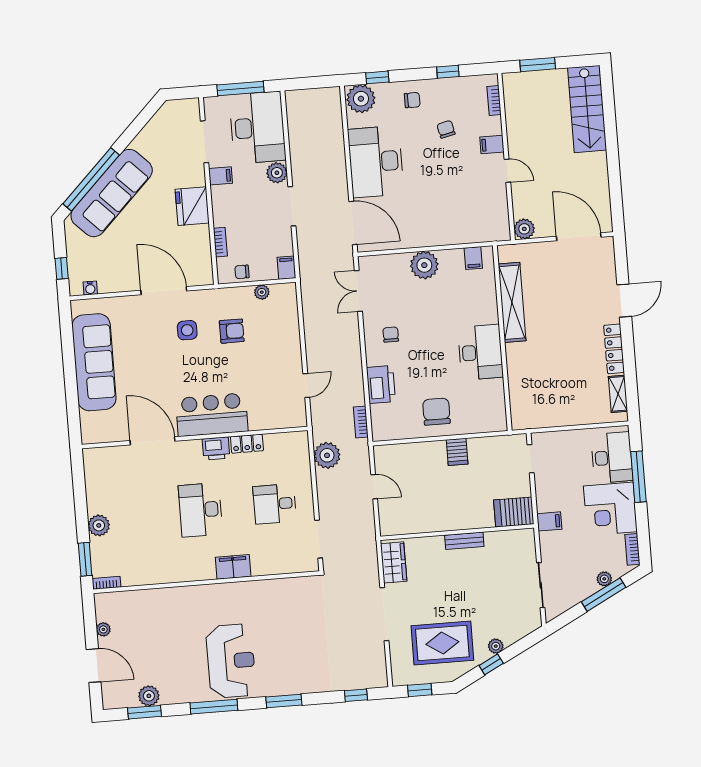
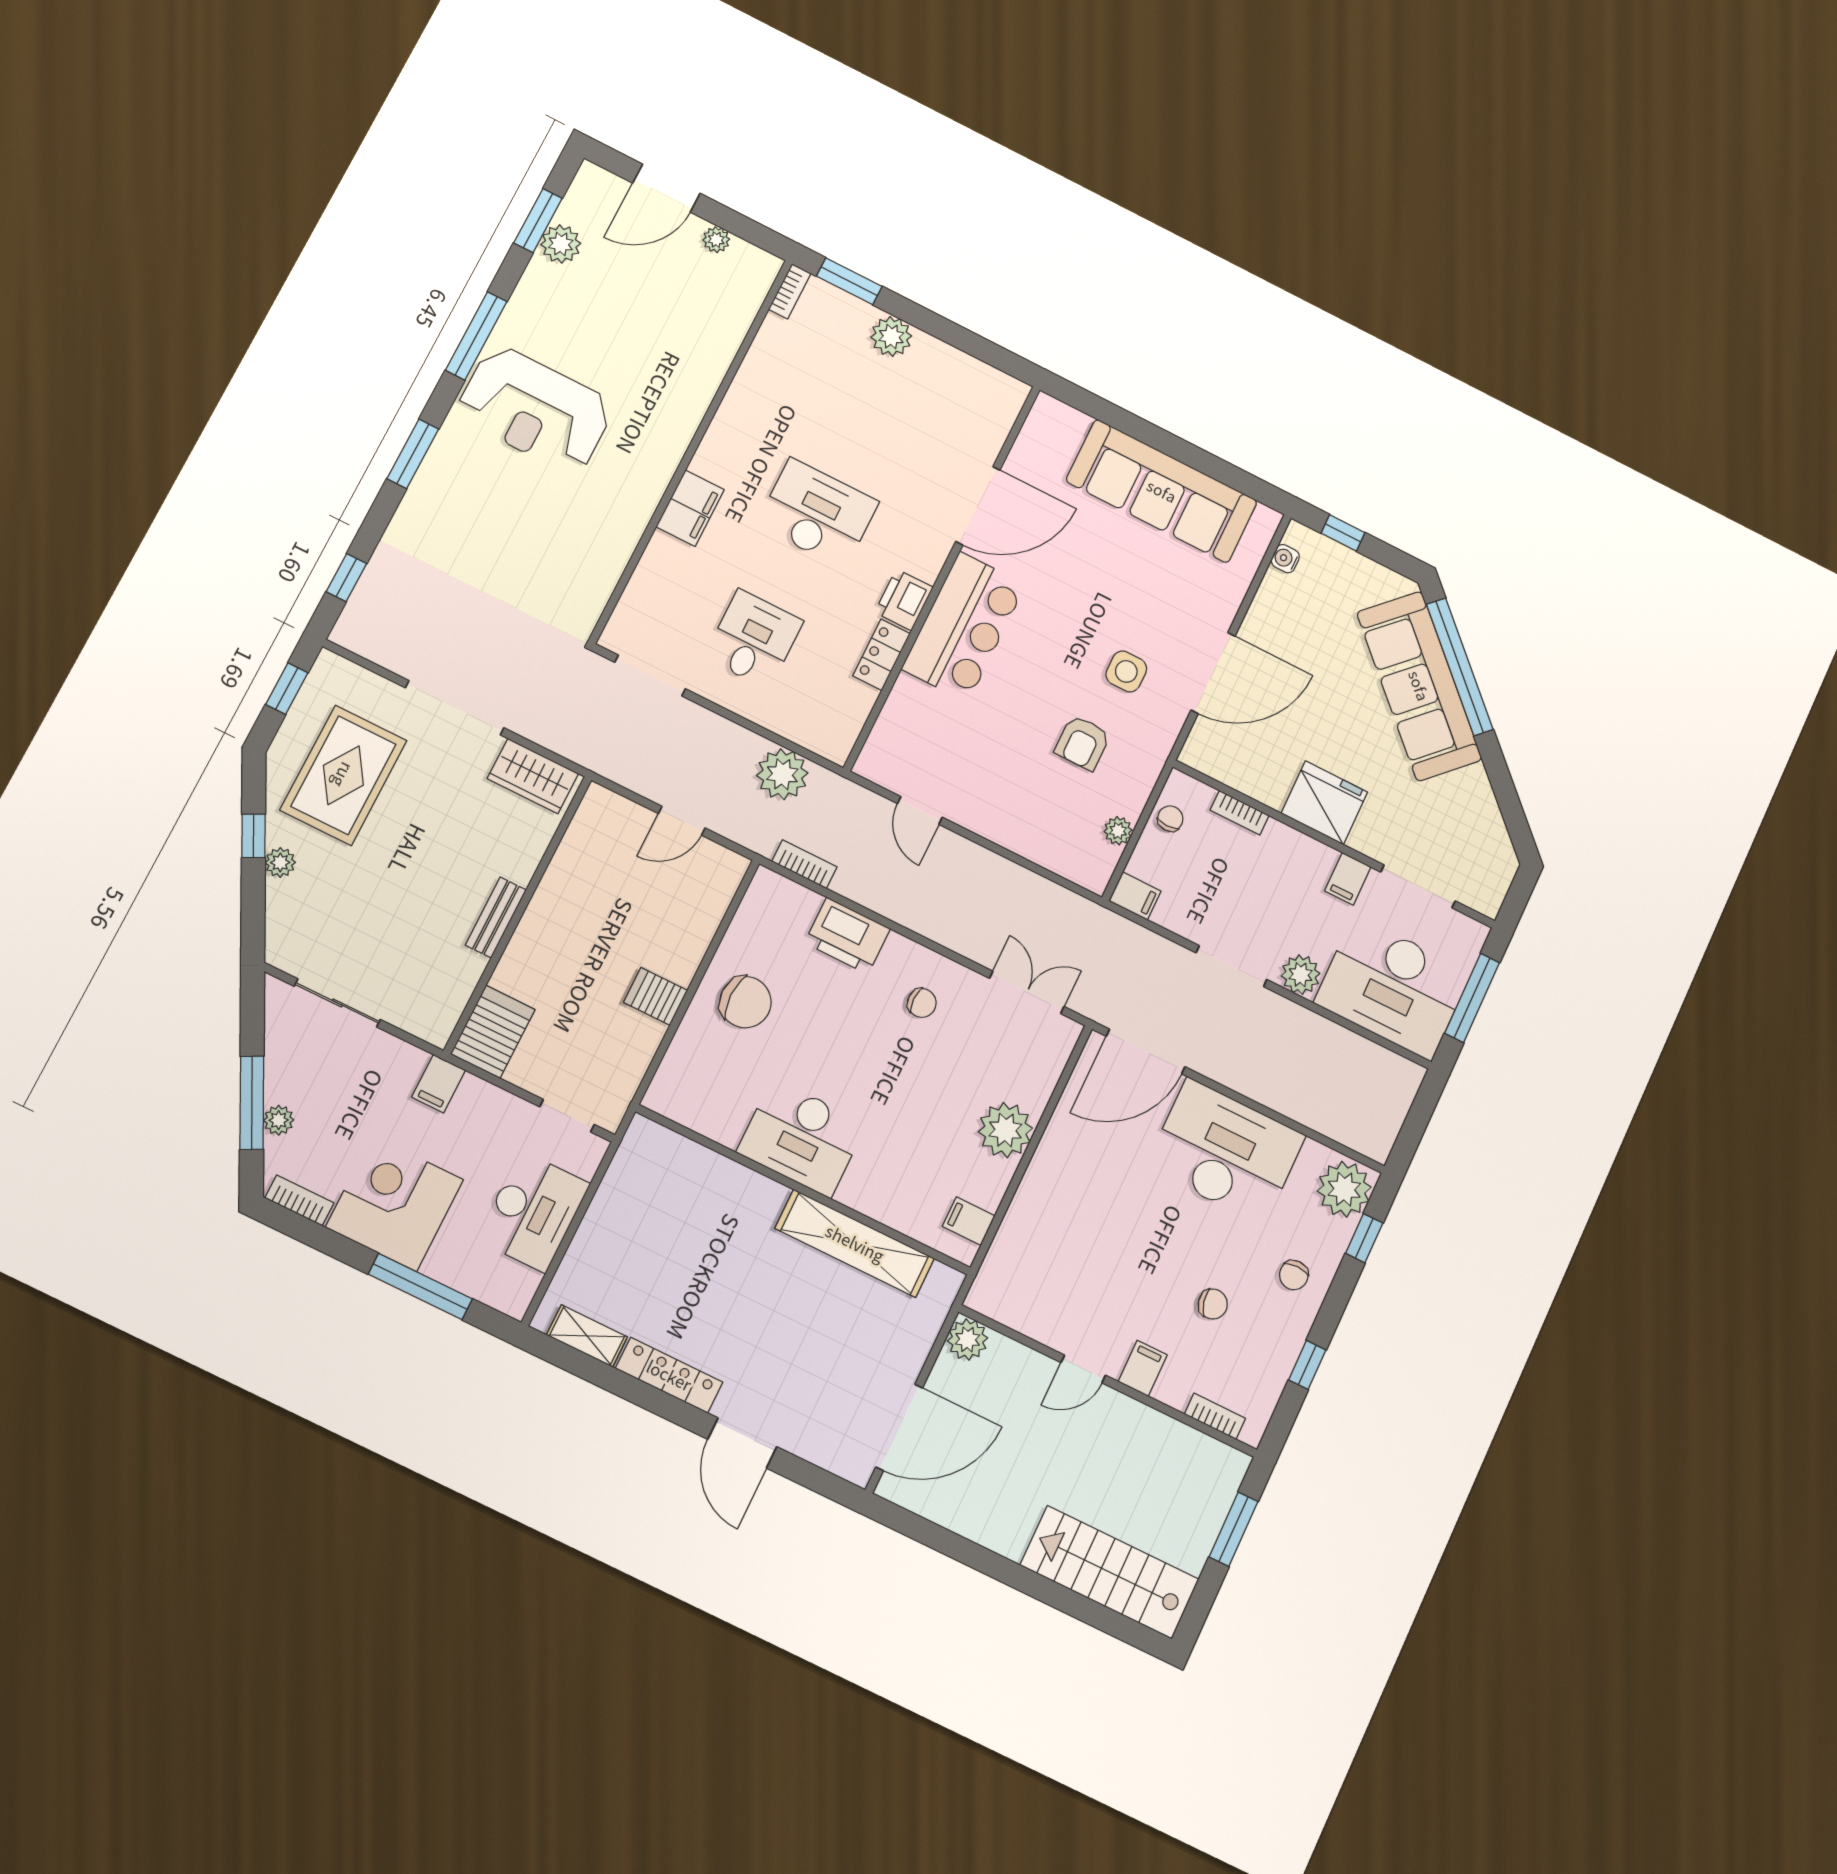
desk: (612, 457) -> (533, 1212), moved, turned -90

